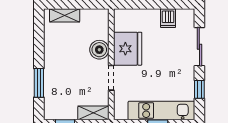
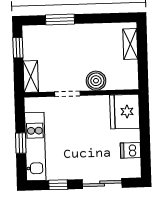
fridge: (128, 49) -> (125, 112), moved, turned 90

